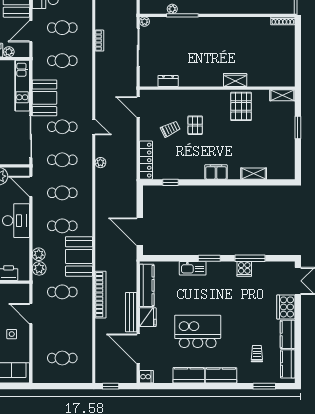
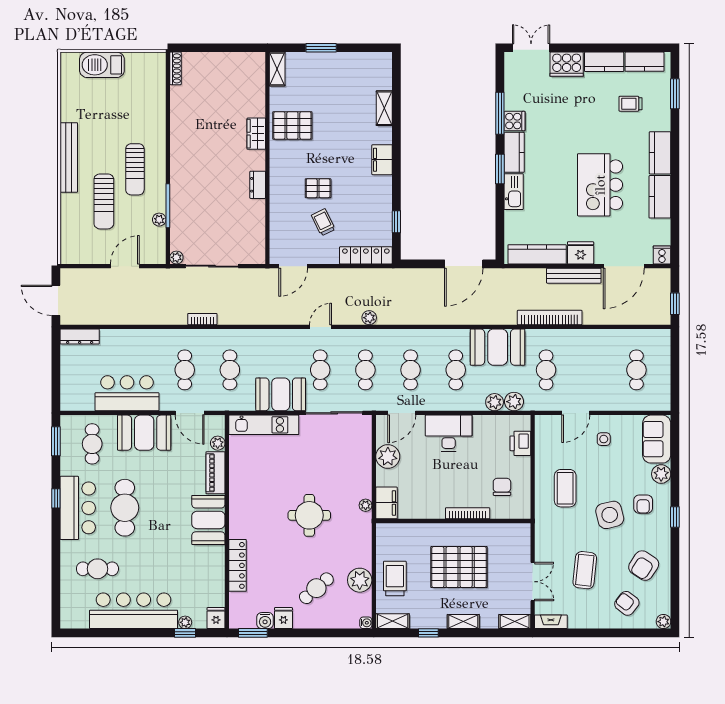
dresser: (168, 81) -> (258, 185), moved
kitchen counter: (221, 269) -> (514, 152), added

